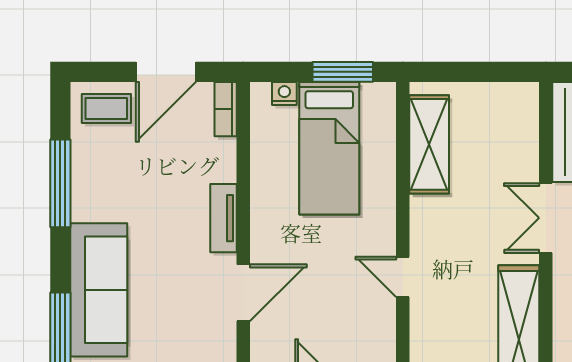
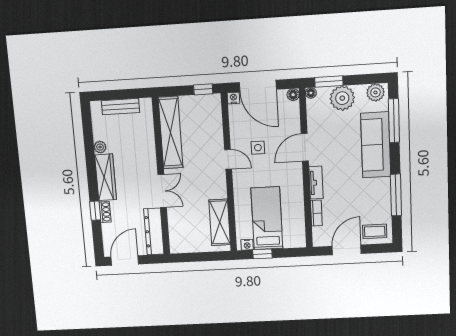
window: (343, 72) -> (262, 254), width x0.67
nightstand: (284, 93) -> (247, 245), moved
bookcase: (226, 109) -> (316, 213), moved
side table: (340, 298) -> (258, 148), added

